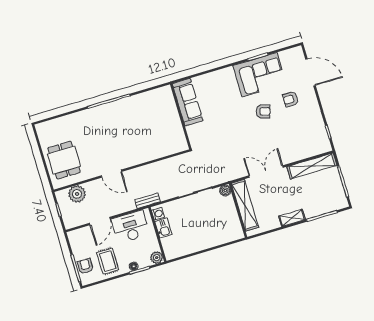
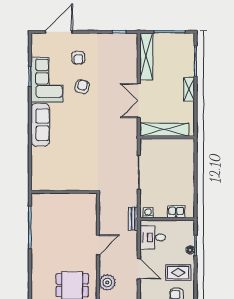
sofa: (188, 102) -> (40, 125), moved, turned 90
wall: (181, 116) -> (64, 192), moved
boiler: (225, 191) -> (145, 144), removed
desk: (131, 227) -> (153, 237), width x0.73
kitchen sink: (163, 228) -> (176, 212), moved
plant: (157, 258) -> (188, 226), removed

